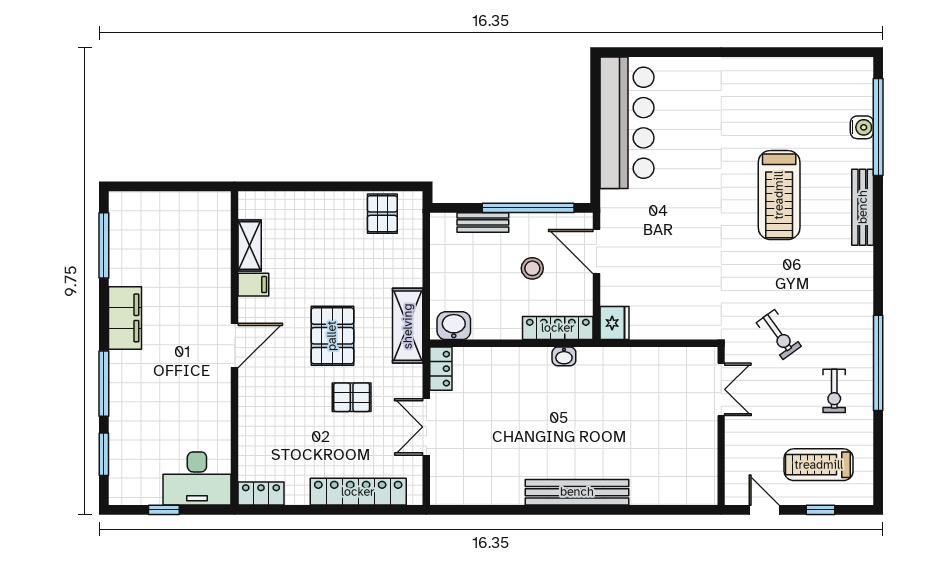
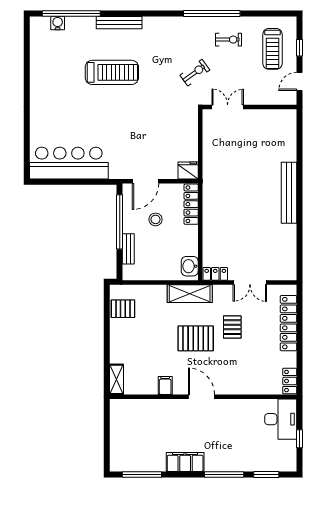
water cooler: (862, 127) -> (58, 23), moved
shelving: (250, 245) -> (116, 379), moved, turned 90
washbasin: (564, 356) -> (208, 201), removed

